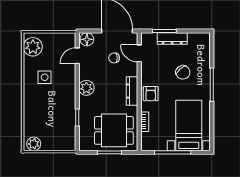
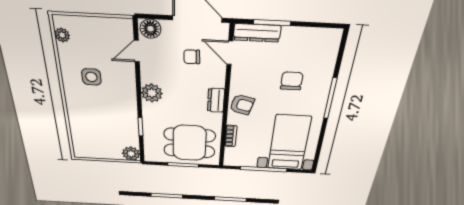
dresser: (172, 38) -> (257, 33), moved
plant: (33, 47) -> (62, 35), width x0.53, depth x0.53
chair: (183, 72) -> (292, 81), turned -139
dresser: (132, 91) -> (216, 100), width x0.70
armchair: (151, 94) -> (242, 105), turned -76
plant: (34, 144) -> (131, 154), moved

